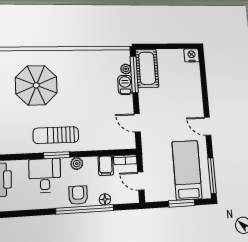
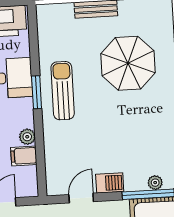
barbecue: (125, 85) -> (110, 183), moved
bookcase: (125, 160) -> (32, 182), removed
plant: (77, 164) -> (27, 137), moved

